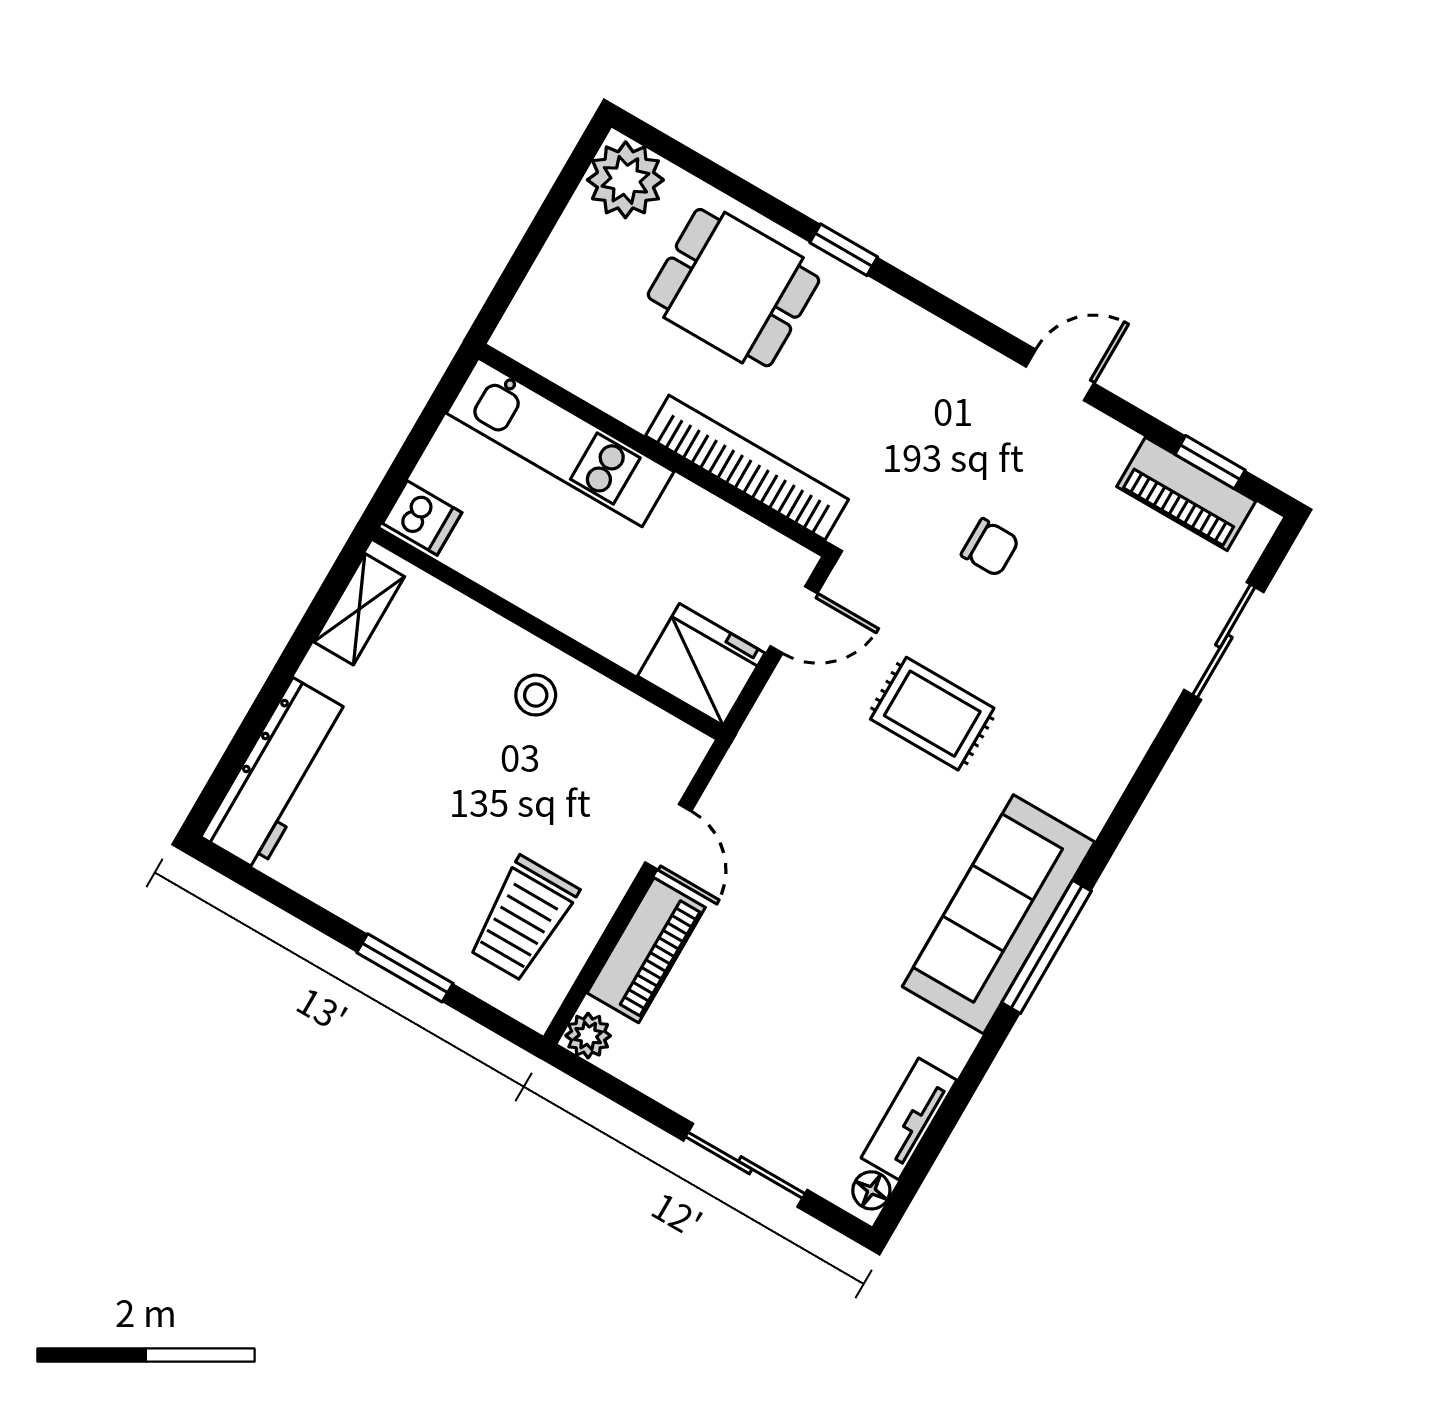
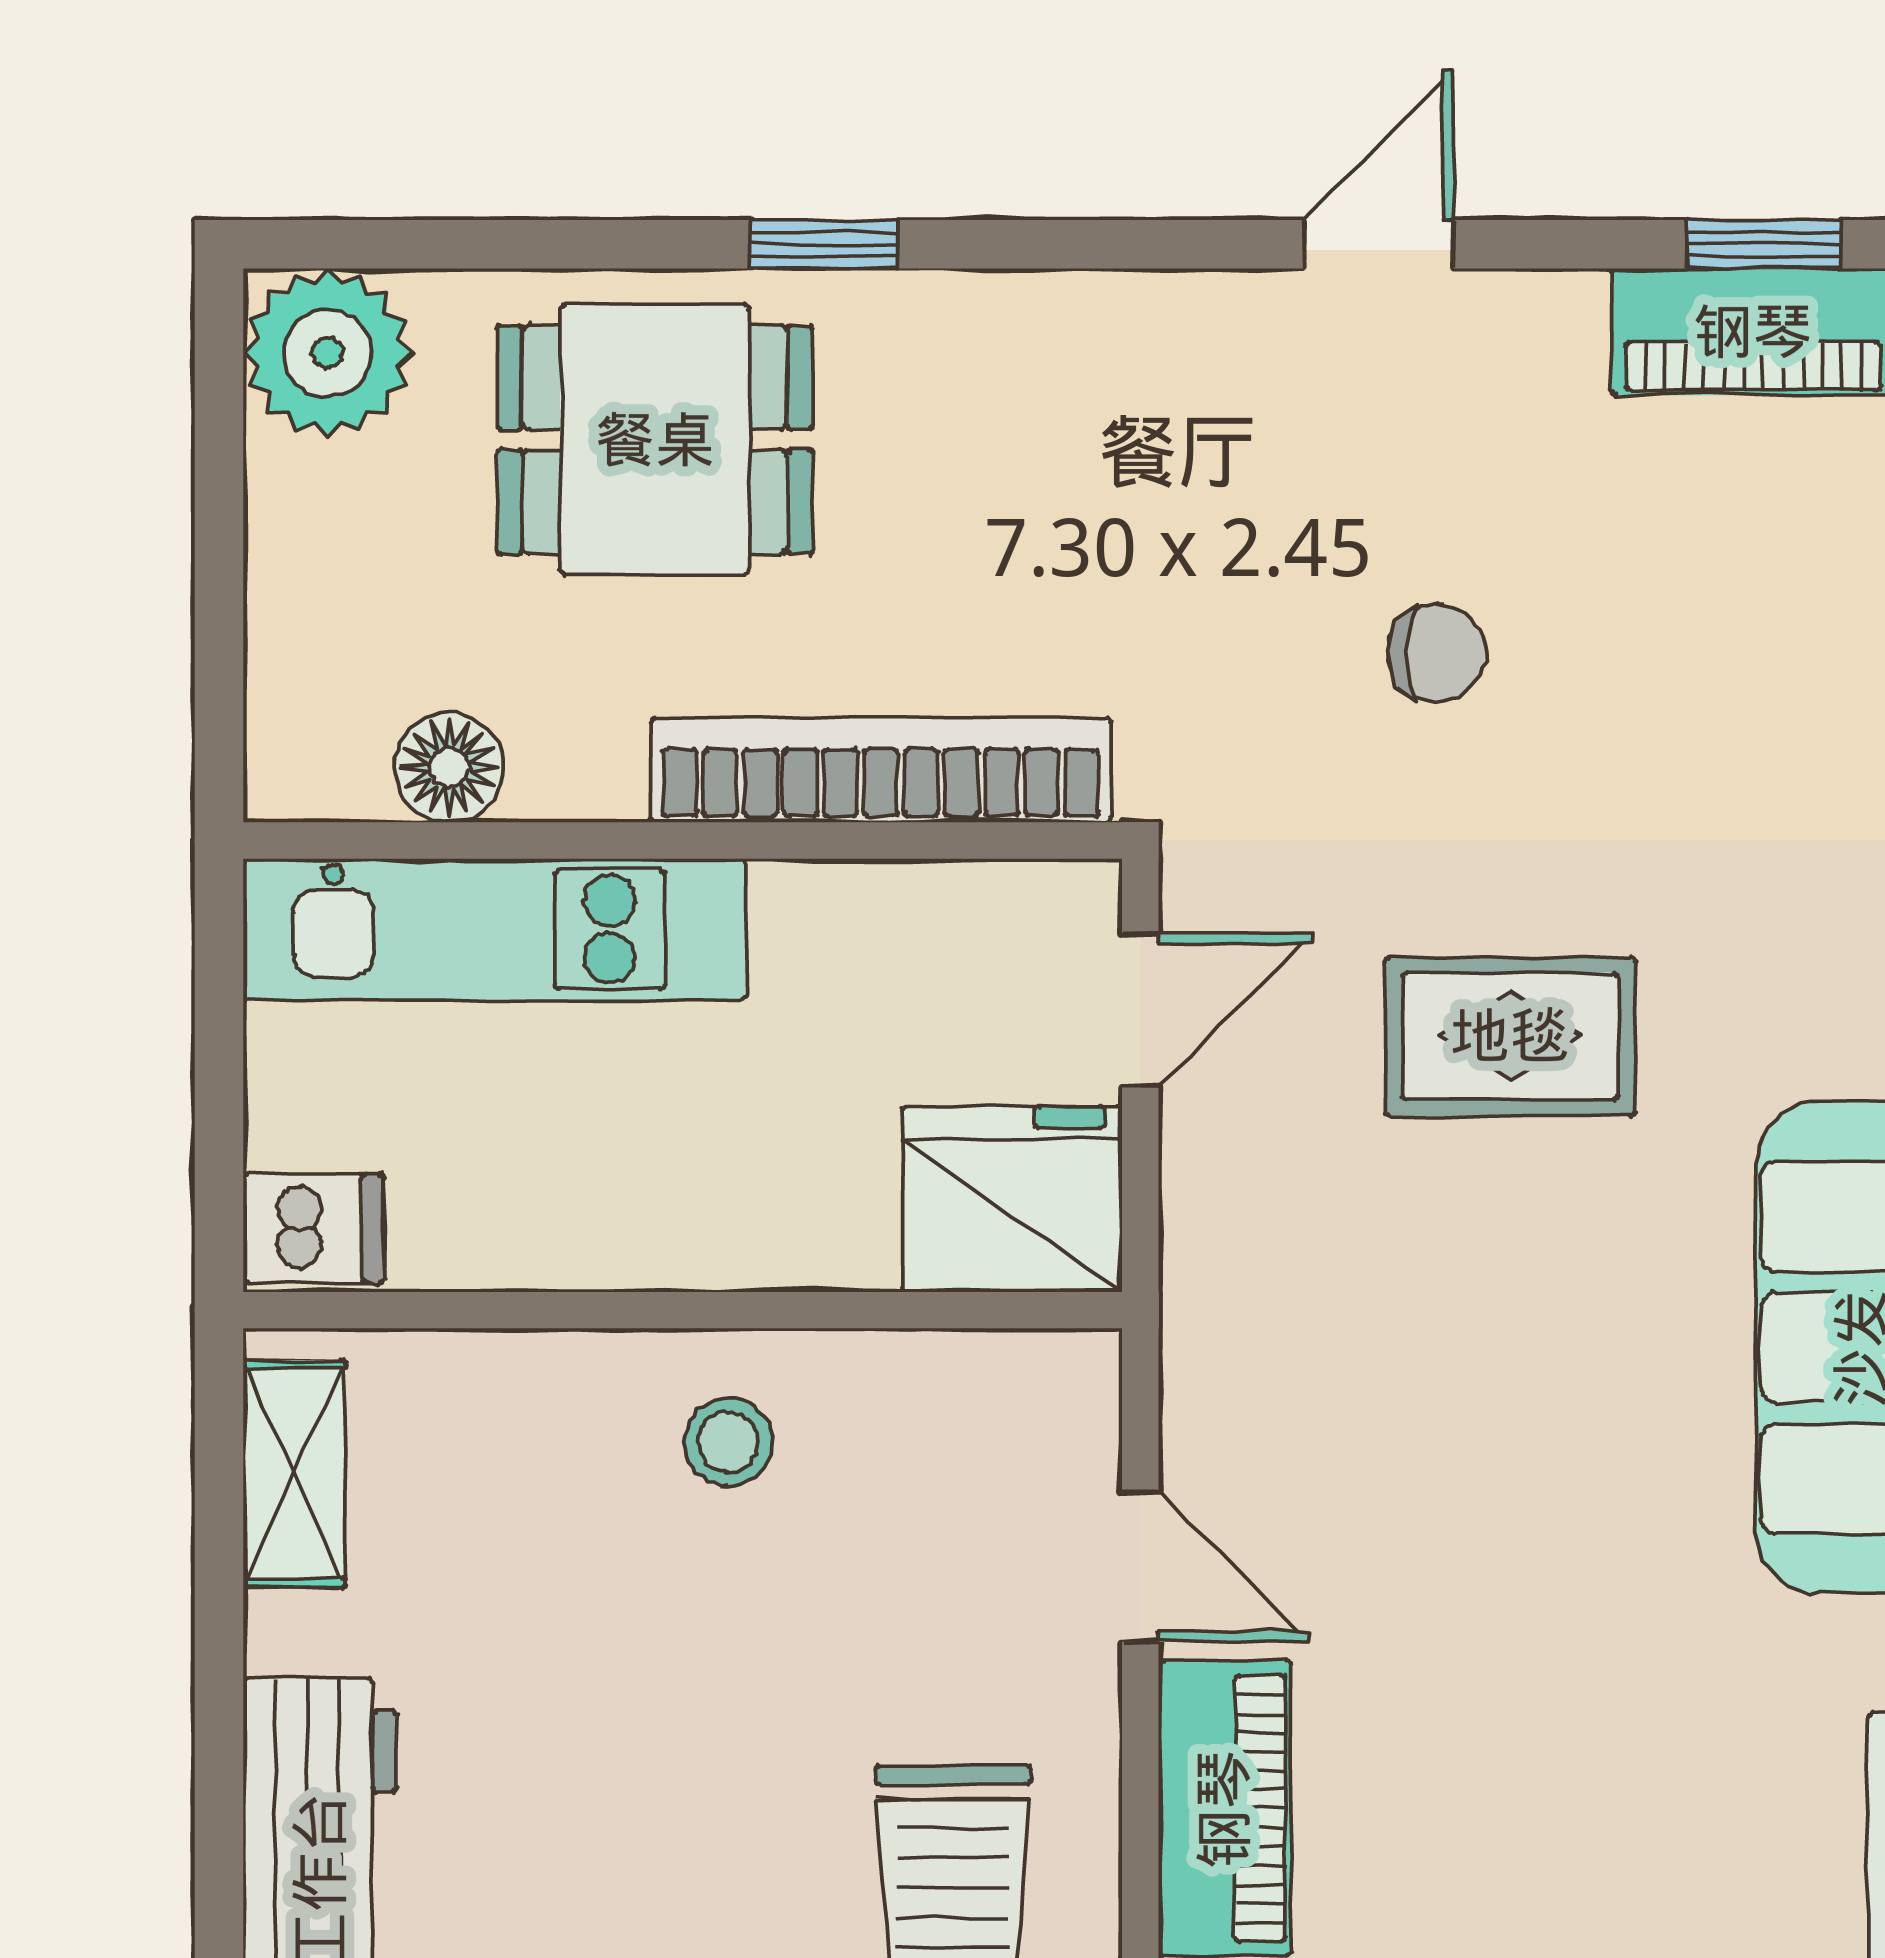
floor lamp: (579, 369) -> (449, 767), added

